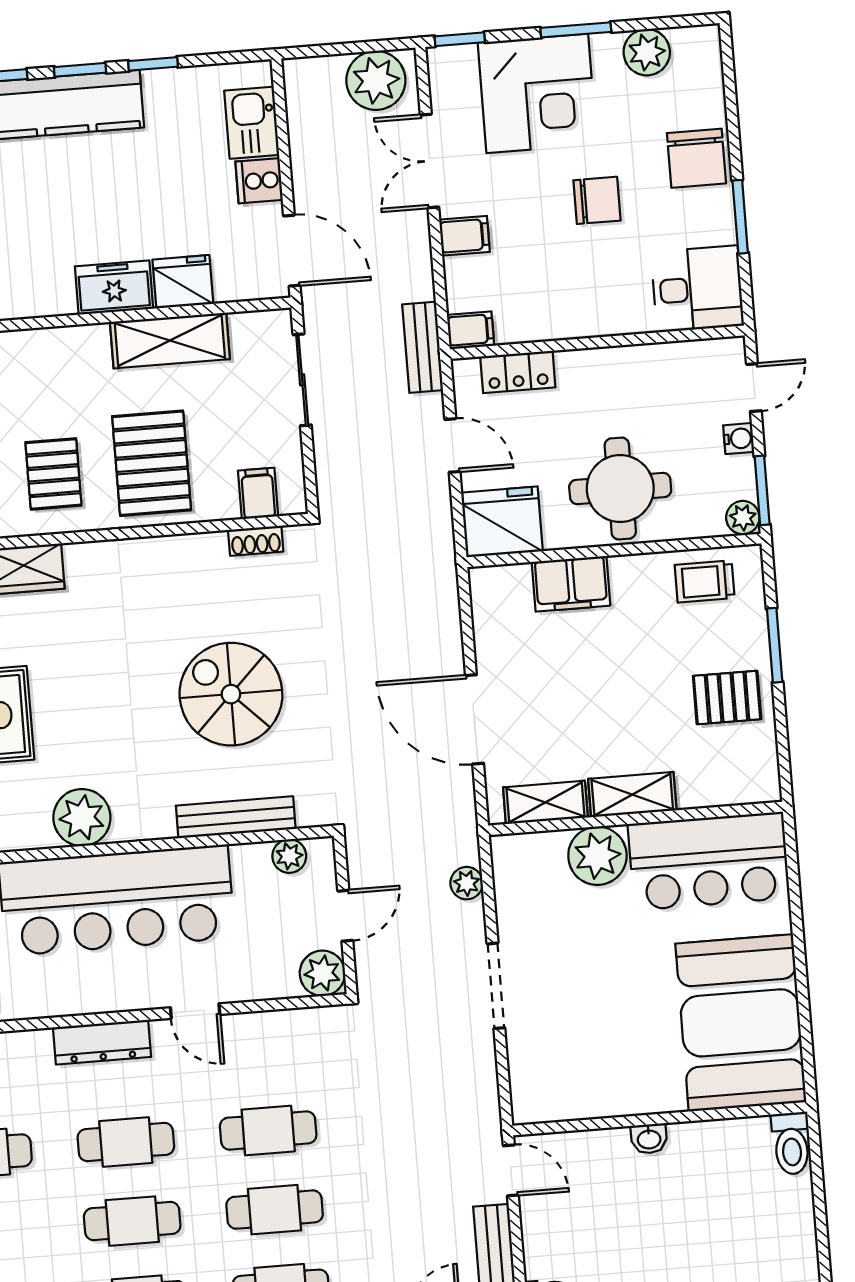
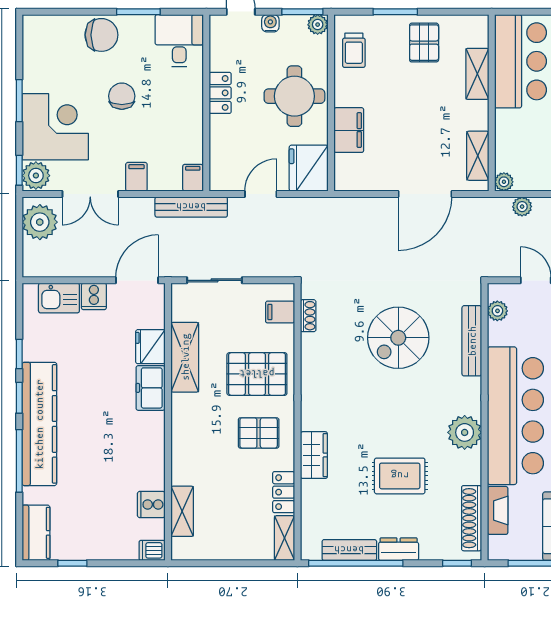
plant: (647, 52) -> (36, 176), moved
bench: (423, 347) -> (191, 207), width x1.36
locker: (518, 372) -> (220, 93), moved
shelving: (632, 795) -> (477, 74), moved
plant: (597, 856) -> (504, 182), moved, width x0.53, depth x0.53

